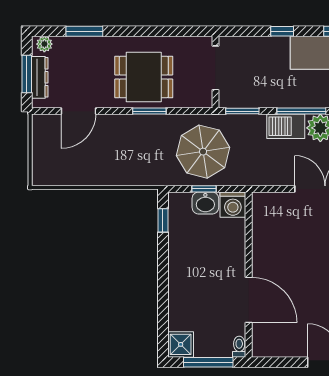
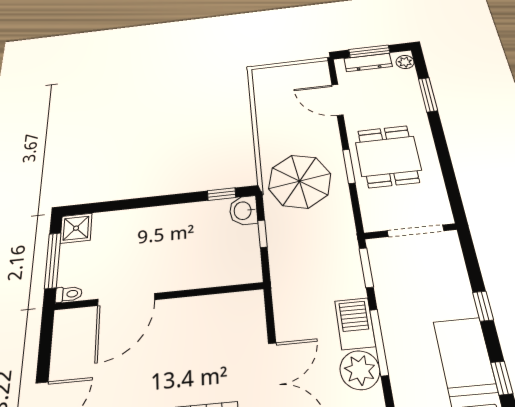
parasol: (203, 152) -> (300, 181), moved
washbasin: (205, 203) -> (243, 211), moved
washing machine: (233, 205) -> (246, 269), removed

